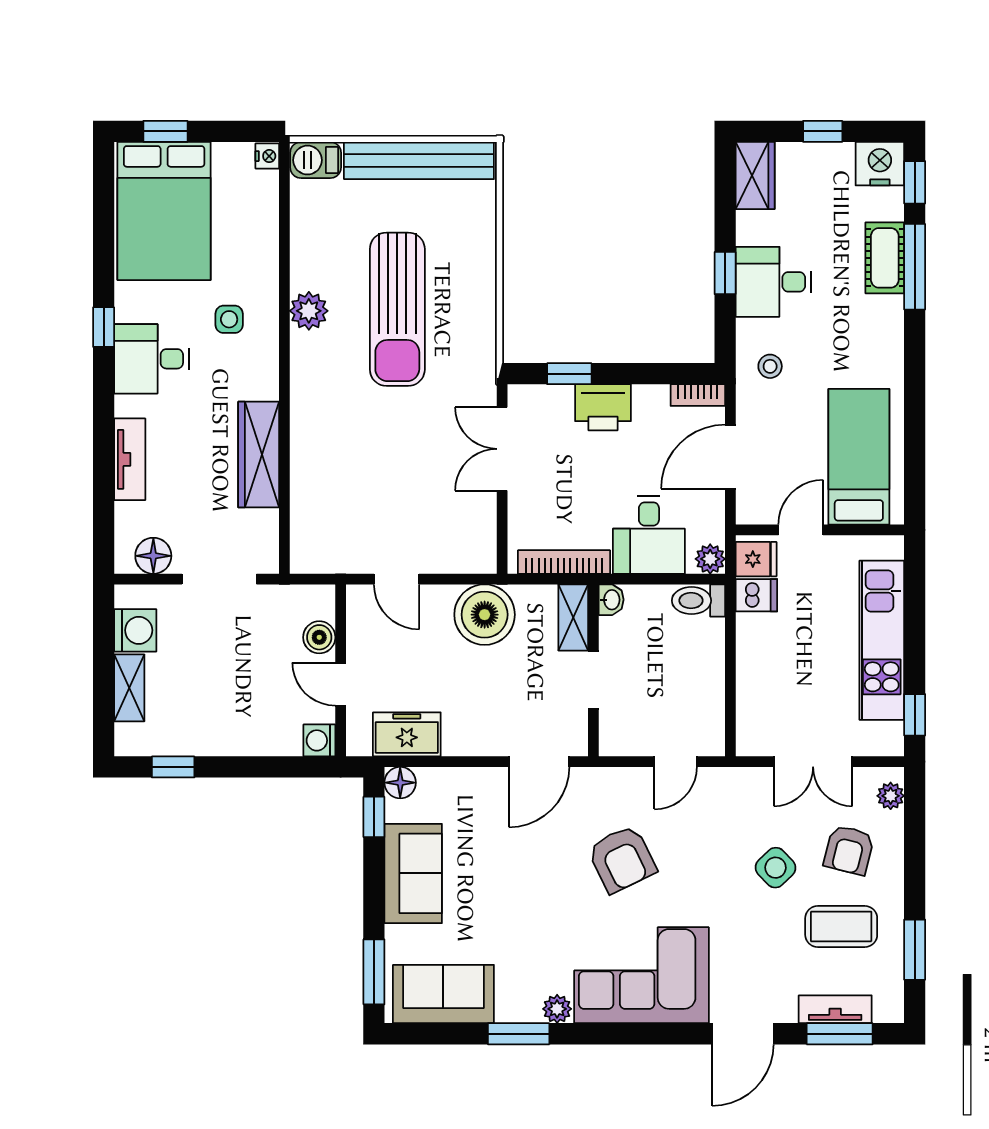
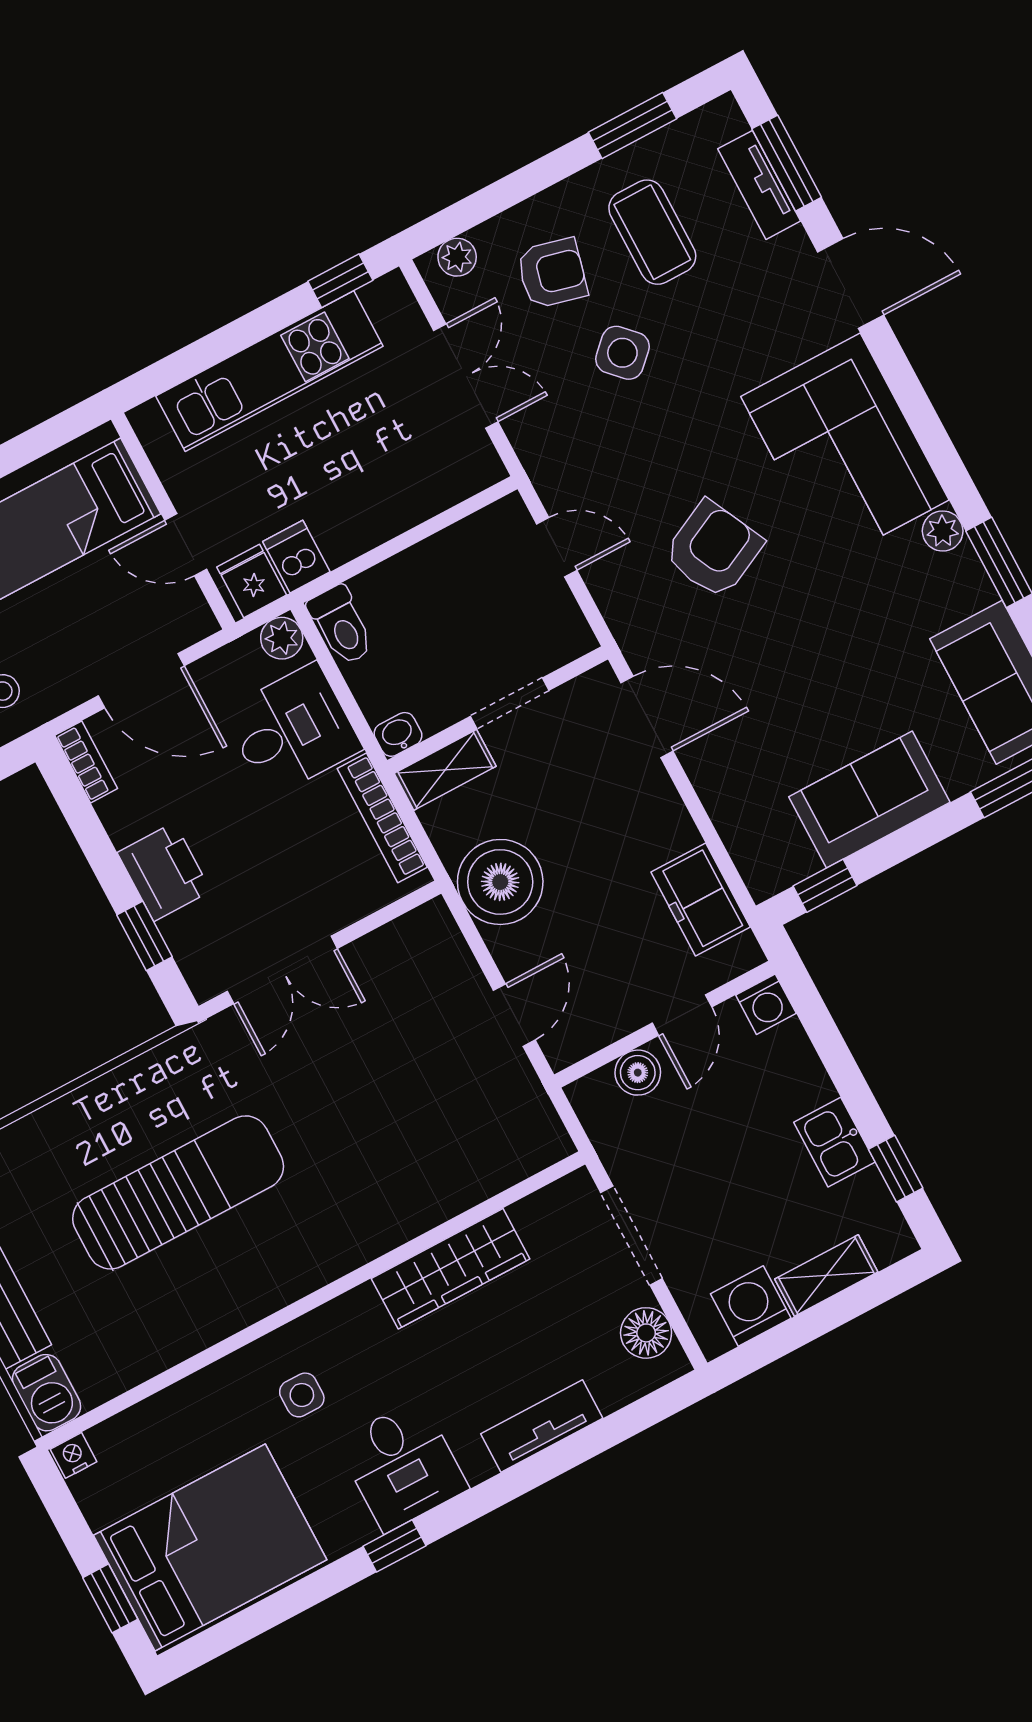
plant: (309, 311) -> (239, 1301), removed
kitchen sink: (210, 737) -> (834, 1142), added
floor lamp: (400, 783) -> (765, 876), removed

